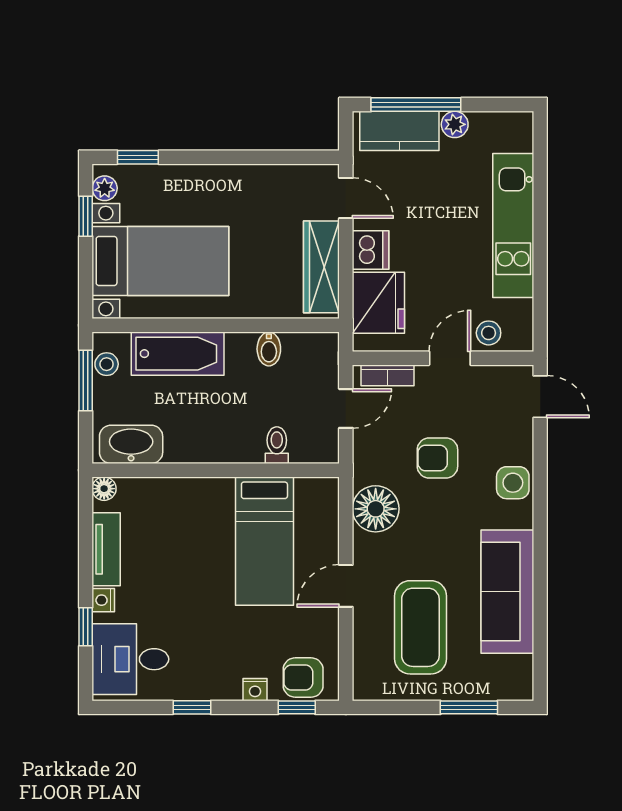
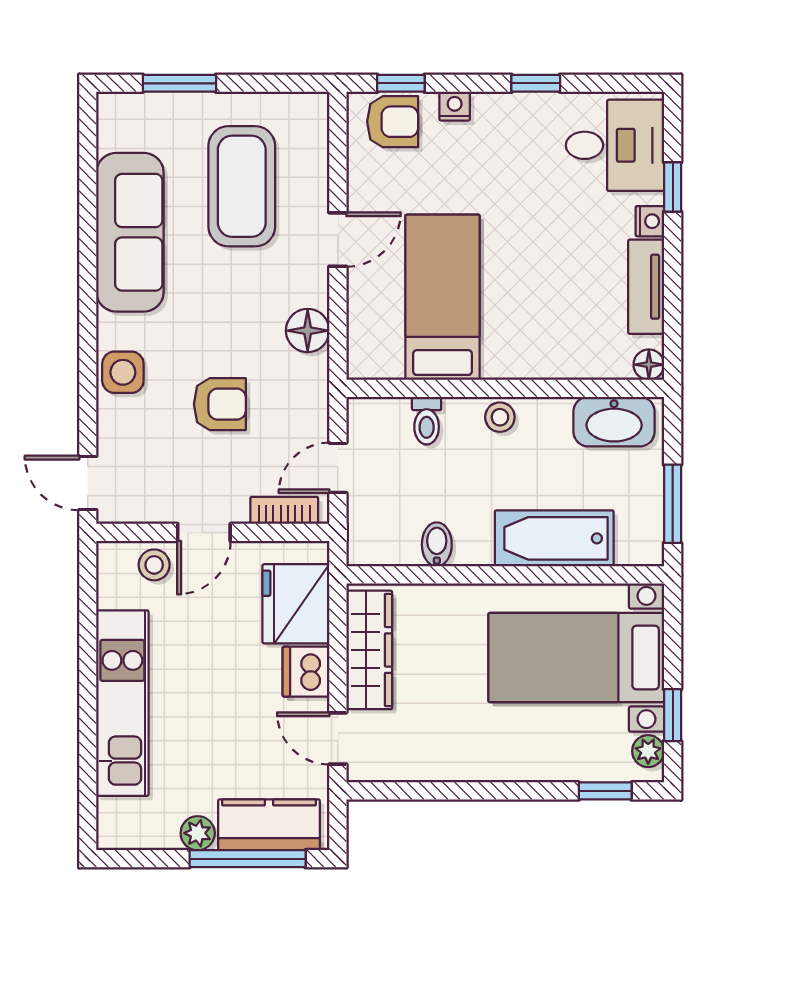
stool: (107, 364) -> (500, 417), moved
floor lamp: (376, 509) -> (308, 331), width x0.73, depth x0.73

